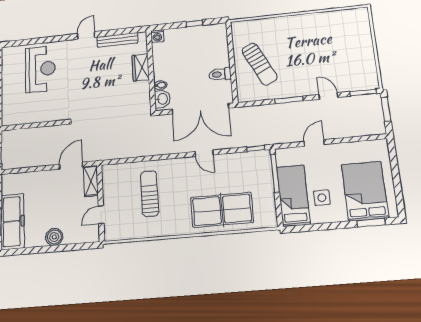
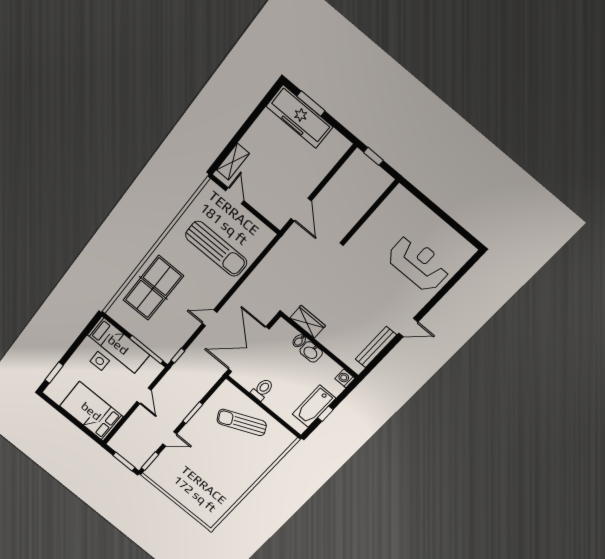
bathtub: (197, 34) -> (314, 406), added
door: (86, 35) -> (408, 327), hinge flipped
wardrobe: (141, 67) -> (308, 322), moved
reception desk: (40, 69) -> (418, 263), turned 180
washbasin: (162, 99) -> (311, 352), moved
shelving: (91, 181) -> (233, 162), moved, turned 90
bed: (365, 191) -> (91, 411), moved, turned 180
sun lounger: (150, 194) -> (216, 249), width x1.36, depth x1.34
boiler: (54, 237) -> (252, 141), removed

